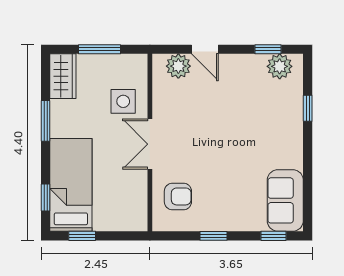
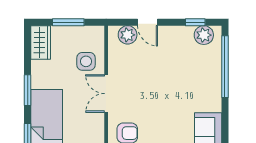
window: (308, 108) -> (225, 67), width x3.17
window: (46, 121) -> (28, 90), moved

